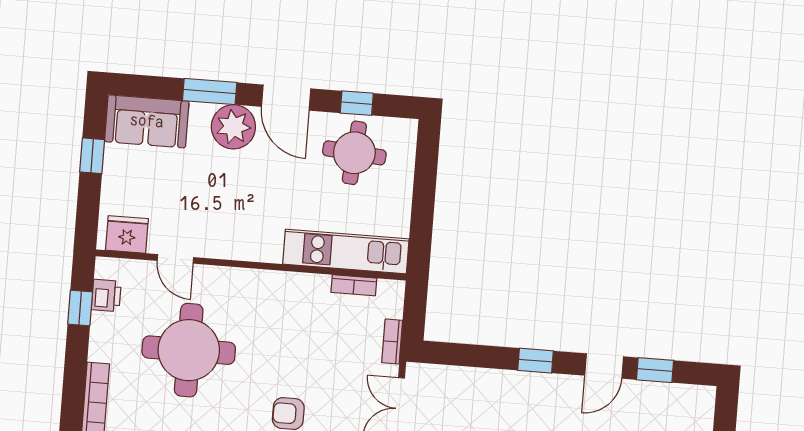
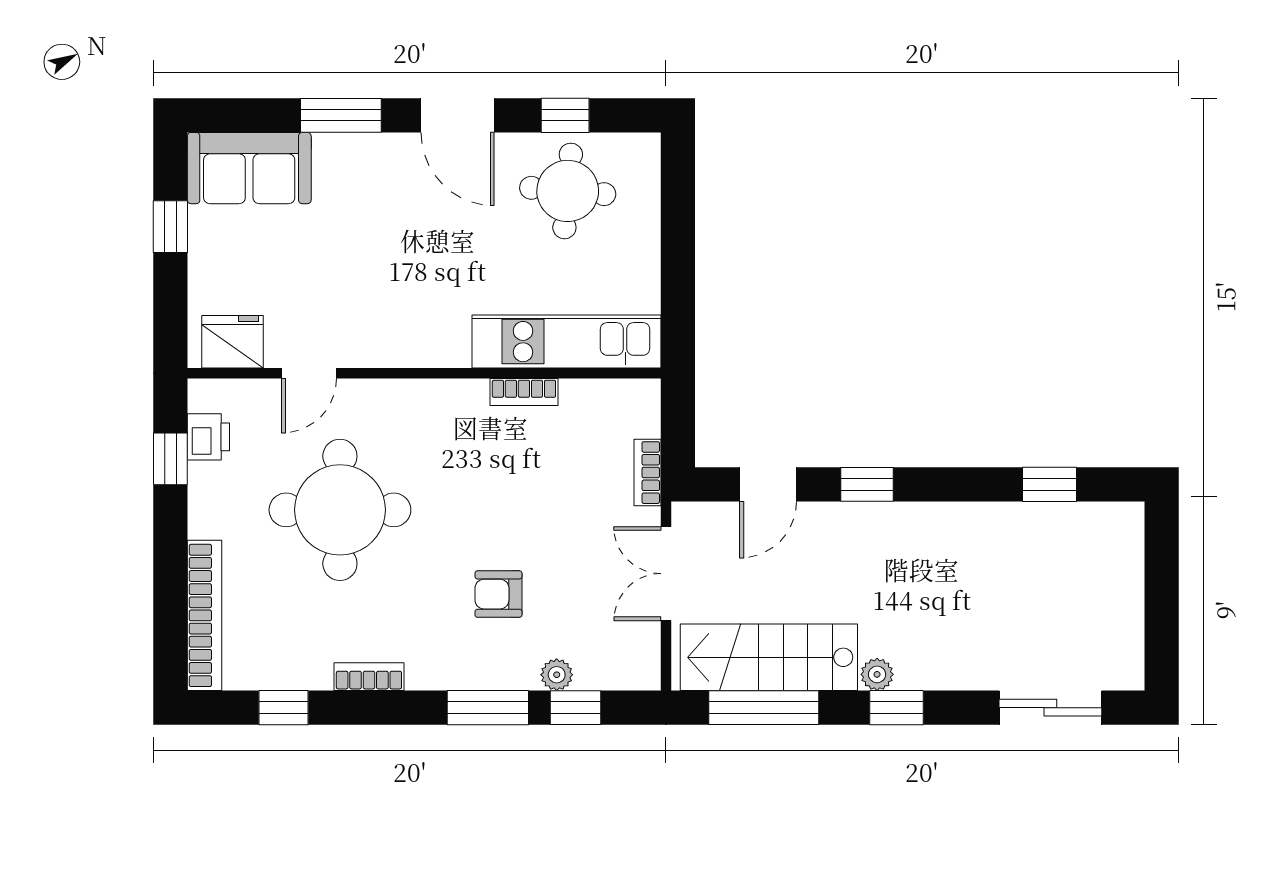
plant: (233, 127) -> (381, 166), removed
door: (175, 259) -> (309, 373), hinge flipped
bookcase: (354, 285) -> (524, 392), moved
door: (604, 366) -> (768, 484), moved

